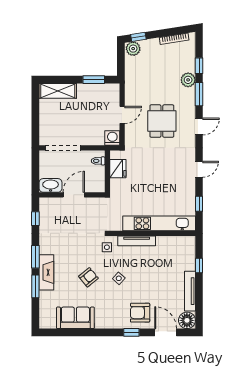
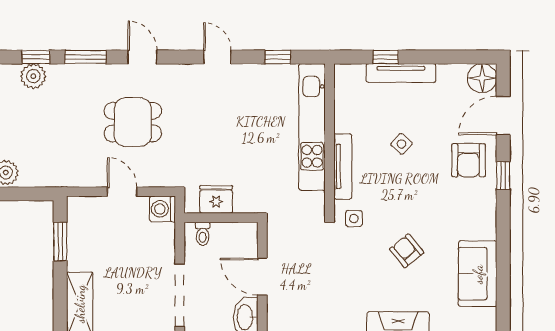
plant: (188, 80) -> (33, 76), moved
side table: (119, 278) -> (401, 144), moved
tv unit: (190, 291) -> (401, 73), moved

